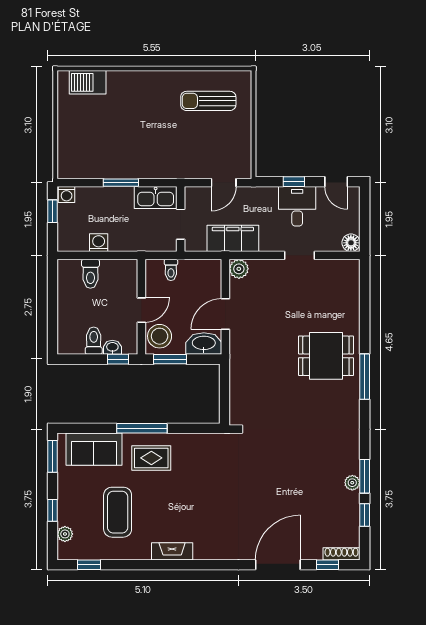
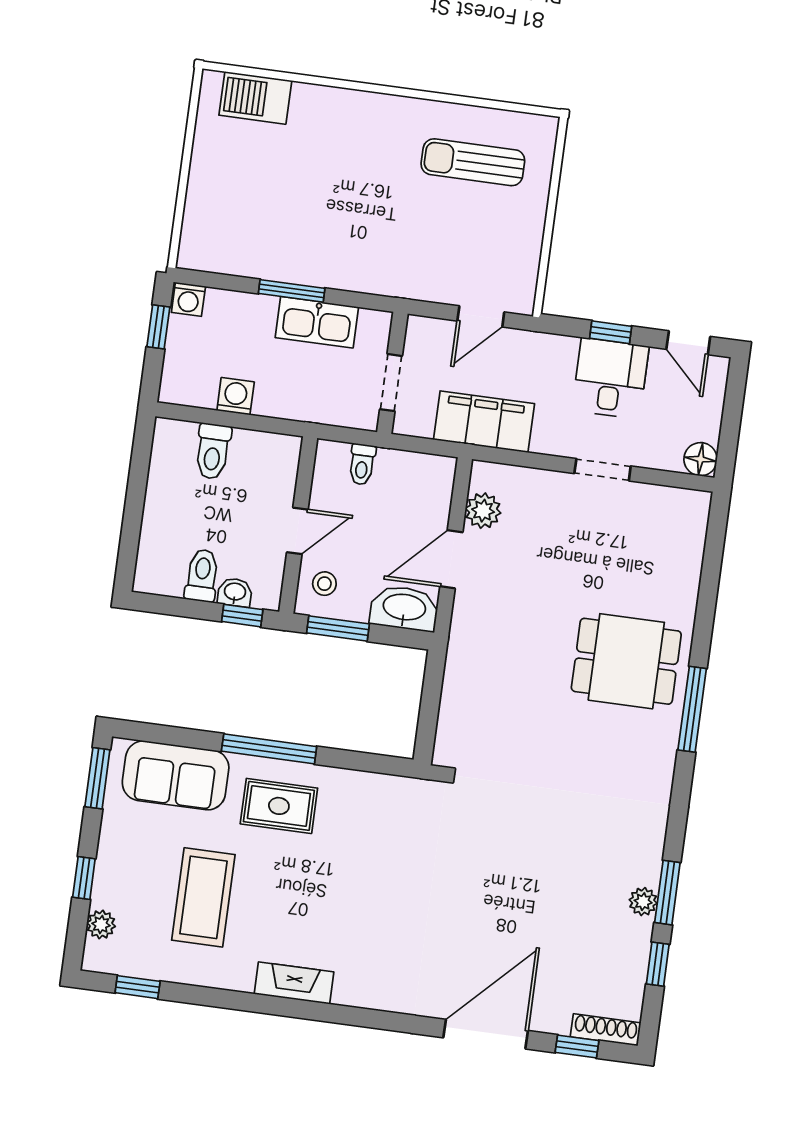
kitchen sink: (156, 197) -> (317, 322), moved
plant: (239, 269) -> (483, 511), moved
stool: (160, 336) -> (324, 584), width x0.53, depth x0.53

